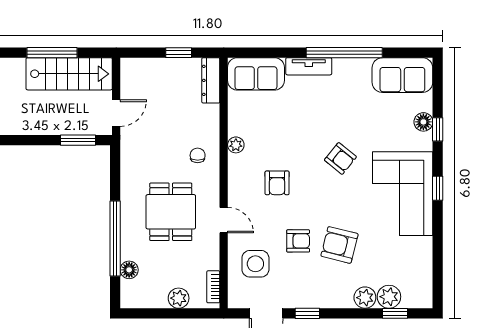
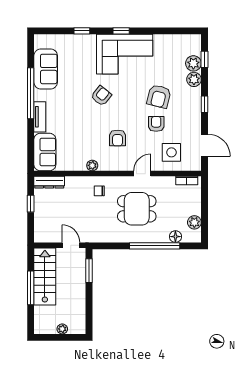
sofa: (402, 75) -> (46, 69), moved
floor lamp: (423, 122) -> (77, 40), removed
armchair: (277, 183) -> (118, 138), turned 90
plant: (179, 298) -> (194, 222), moved
window: (307, 313) -> (204, 104), moved

